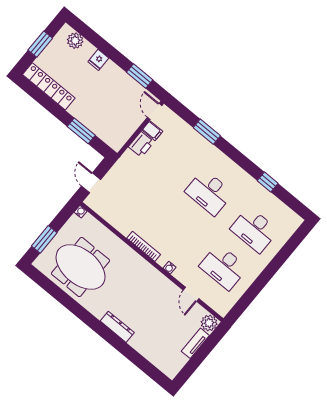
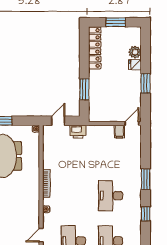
plant: (75, 41) -> (135, 52), moved
window: (140, 76) -> (146, 83), moved
window: (207, 132) -> (146, 179), moved
printer: (141, 144) -> (78, 132), moved
window: (268, 182) -> (146, 214), moved

